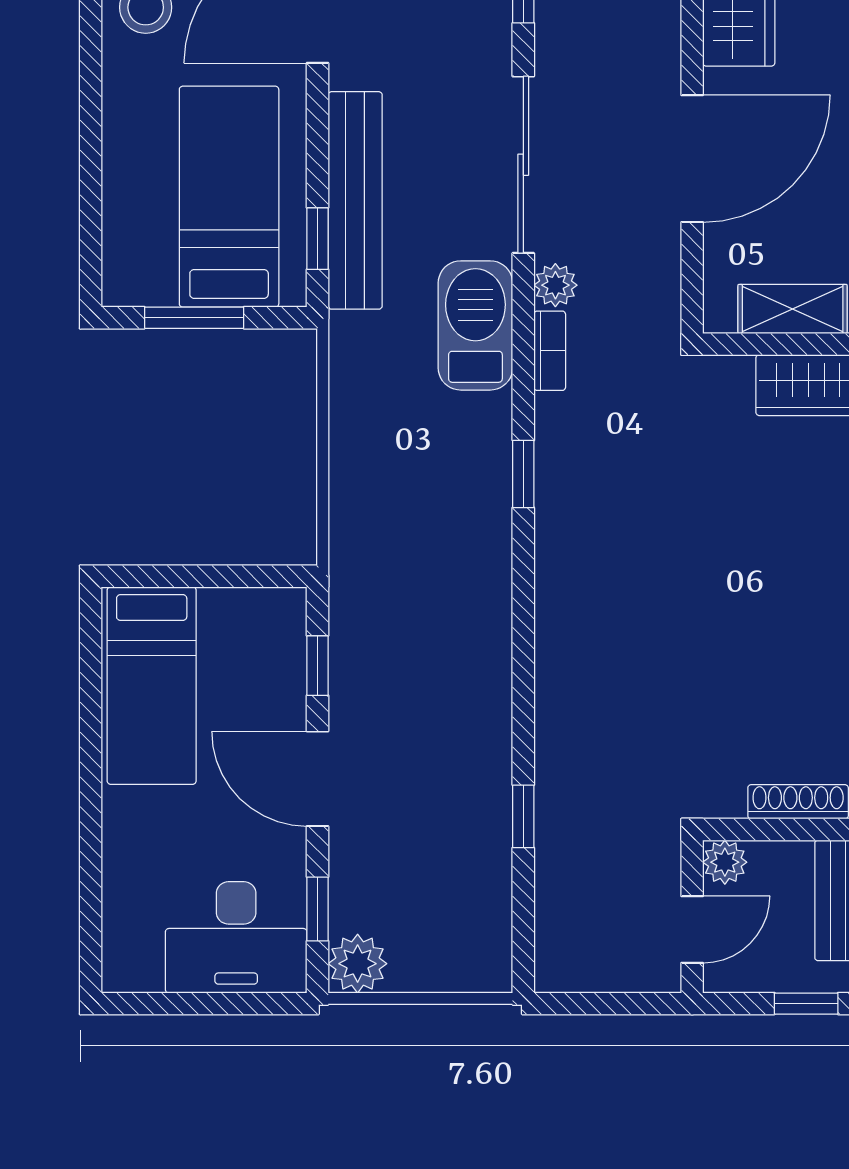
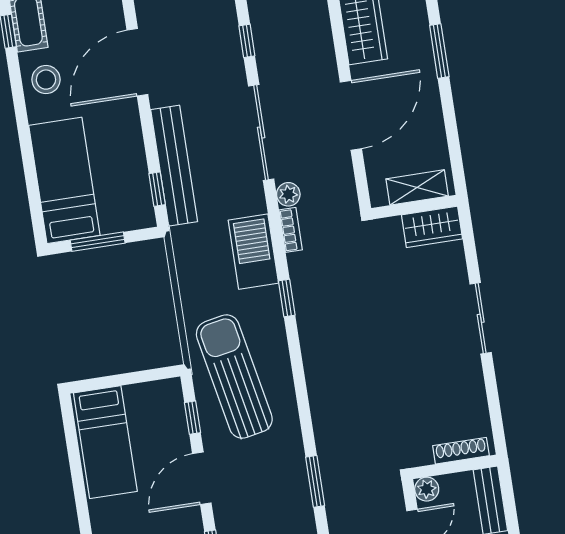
bed: (229, 197) -> (64, 180), moved
barbecue: (475, 325) -> (253, 252), moved
sun lounger: (405, 602) -> (234, 377), added
door: (317, 779) -> (202, 478), hinge flipped
window: (523, 816) -> (315, 481), width x1.50

